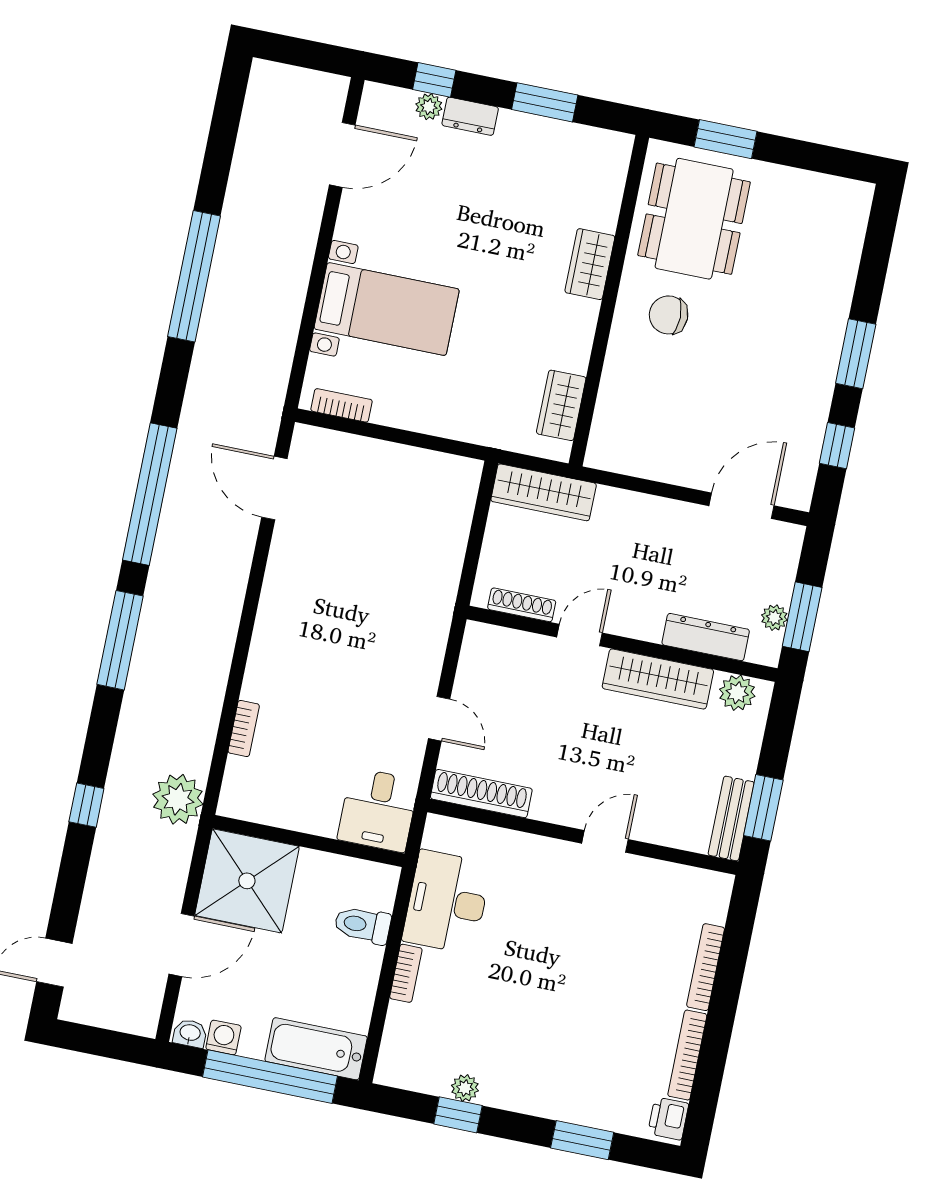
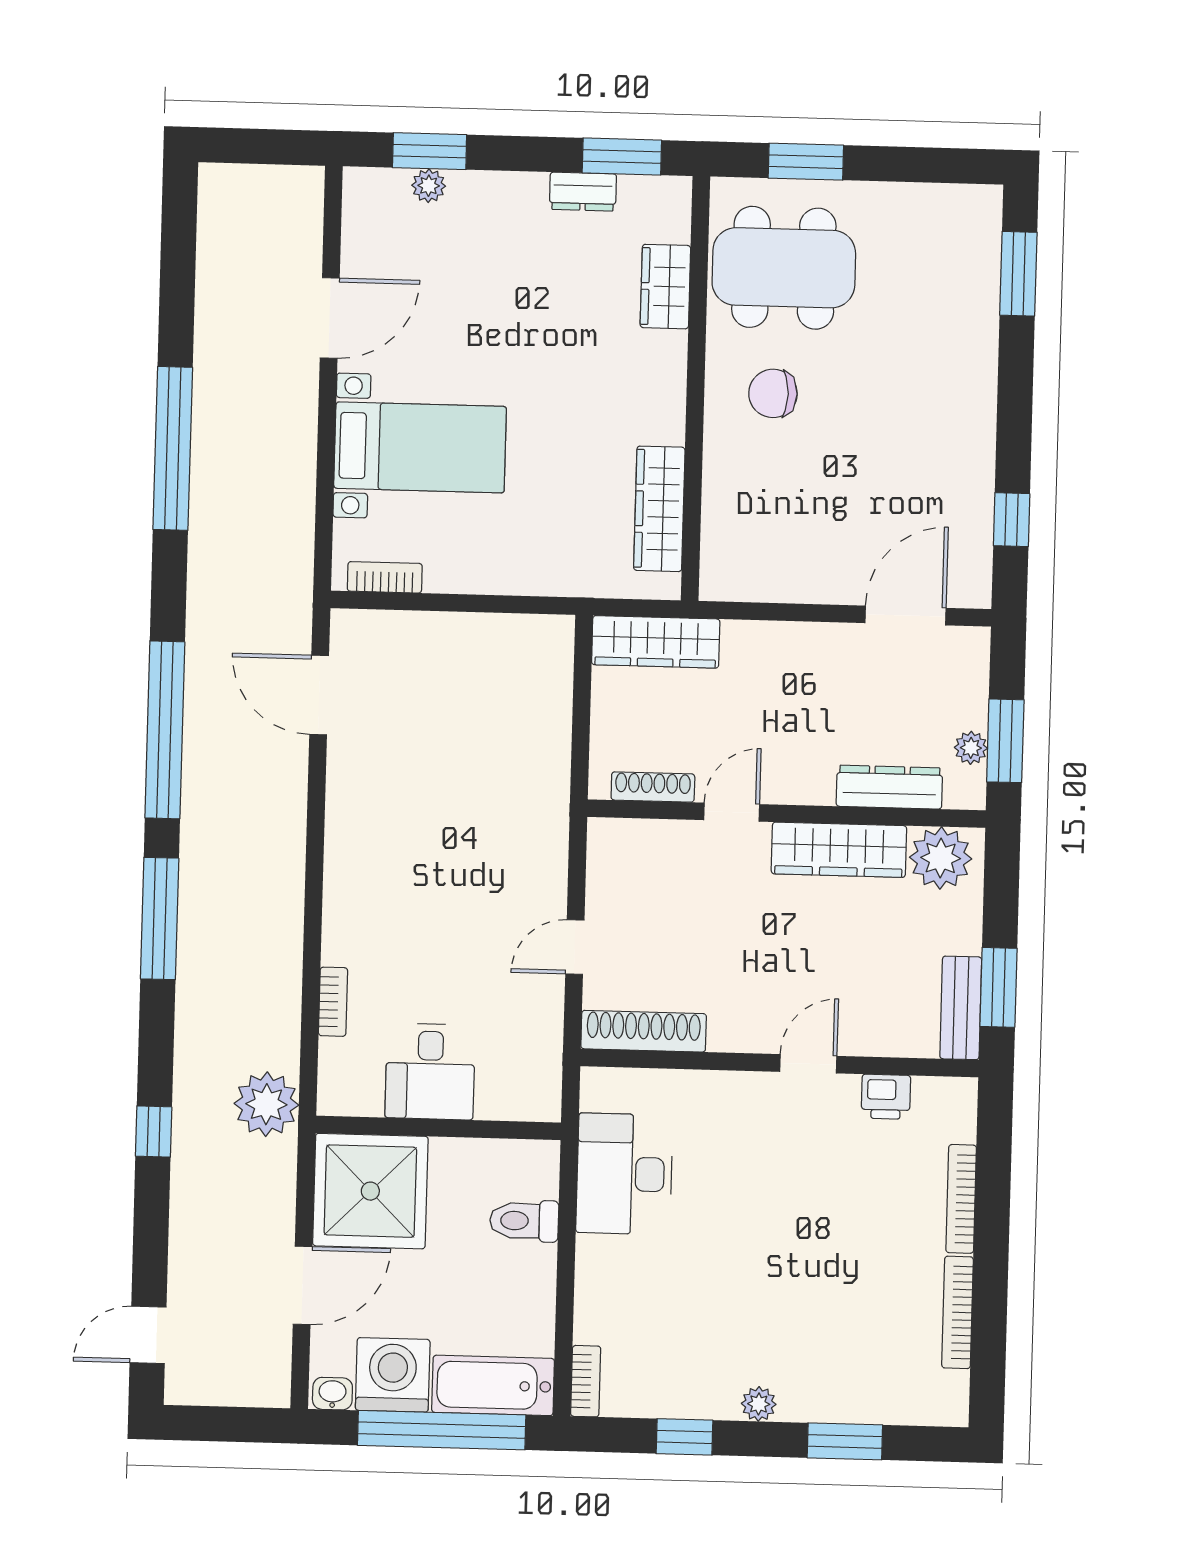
window: (434, 80) -> (430, 151), width x1.50
window: (545, 102) -> (622, 157), moved
dresser: (470, 116) -> (583, 192), moved
door: (342, 155) -> (330, 318), moved
dining table: (694, 219) -> (784, 268), turned 90
wardrobe: (590, 264) -> (665, 287), moved
window: (856, 354) -> (1018, 274), moved
wardrobe: (561, 405) -> (659, 509), width x1.50
plant: (737, 693) -> (941, 858), width x1.36, depth x1.36
door: (439, 719) -> (575, 947), swing flipped
desk: (378, 810) -> (430, 1071), moved
bookcase: (406, 973) -> (586, 1381), moved
washing machine: (223, 1037) -> (393, 1375), width x1.89, depth x1.89
plant: (465, 1088) -> (759, 1404), moved
printer: (668, 1119) -> (886, 1097), moved, turned -90

